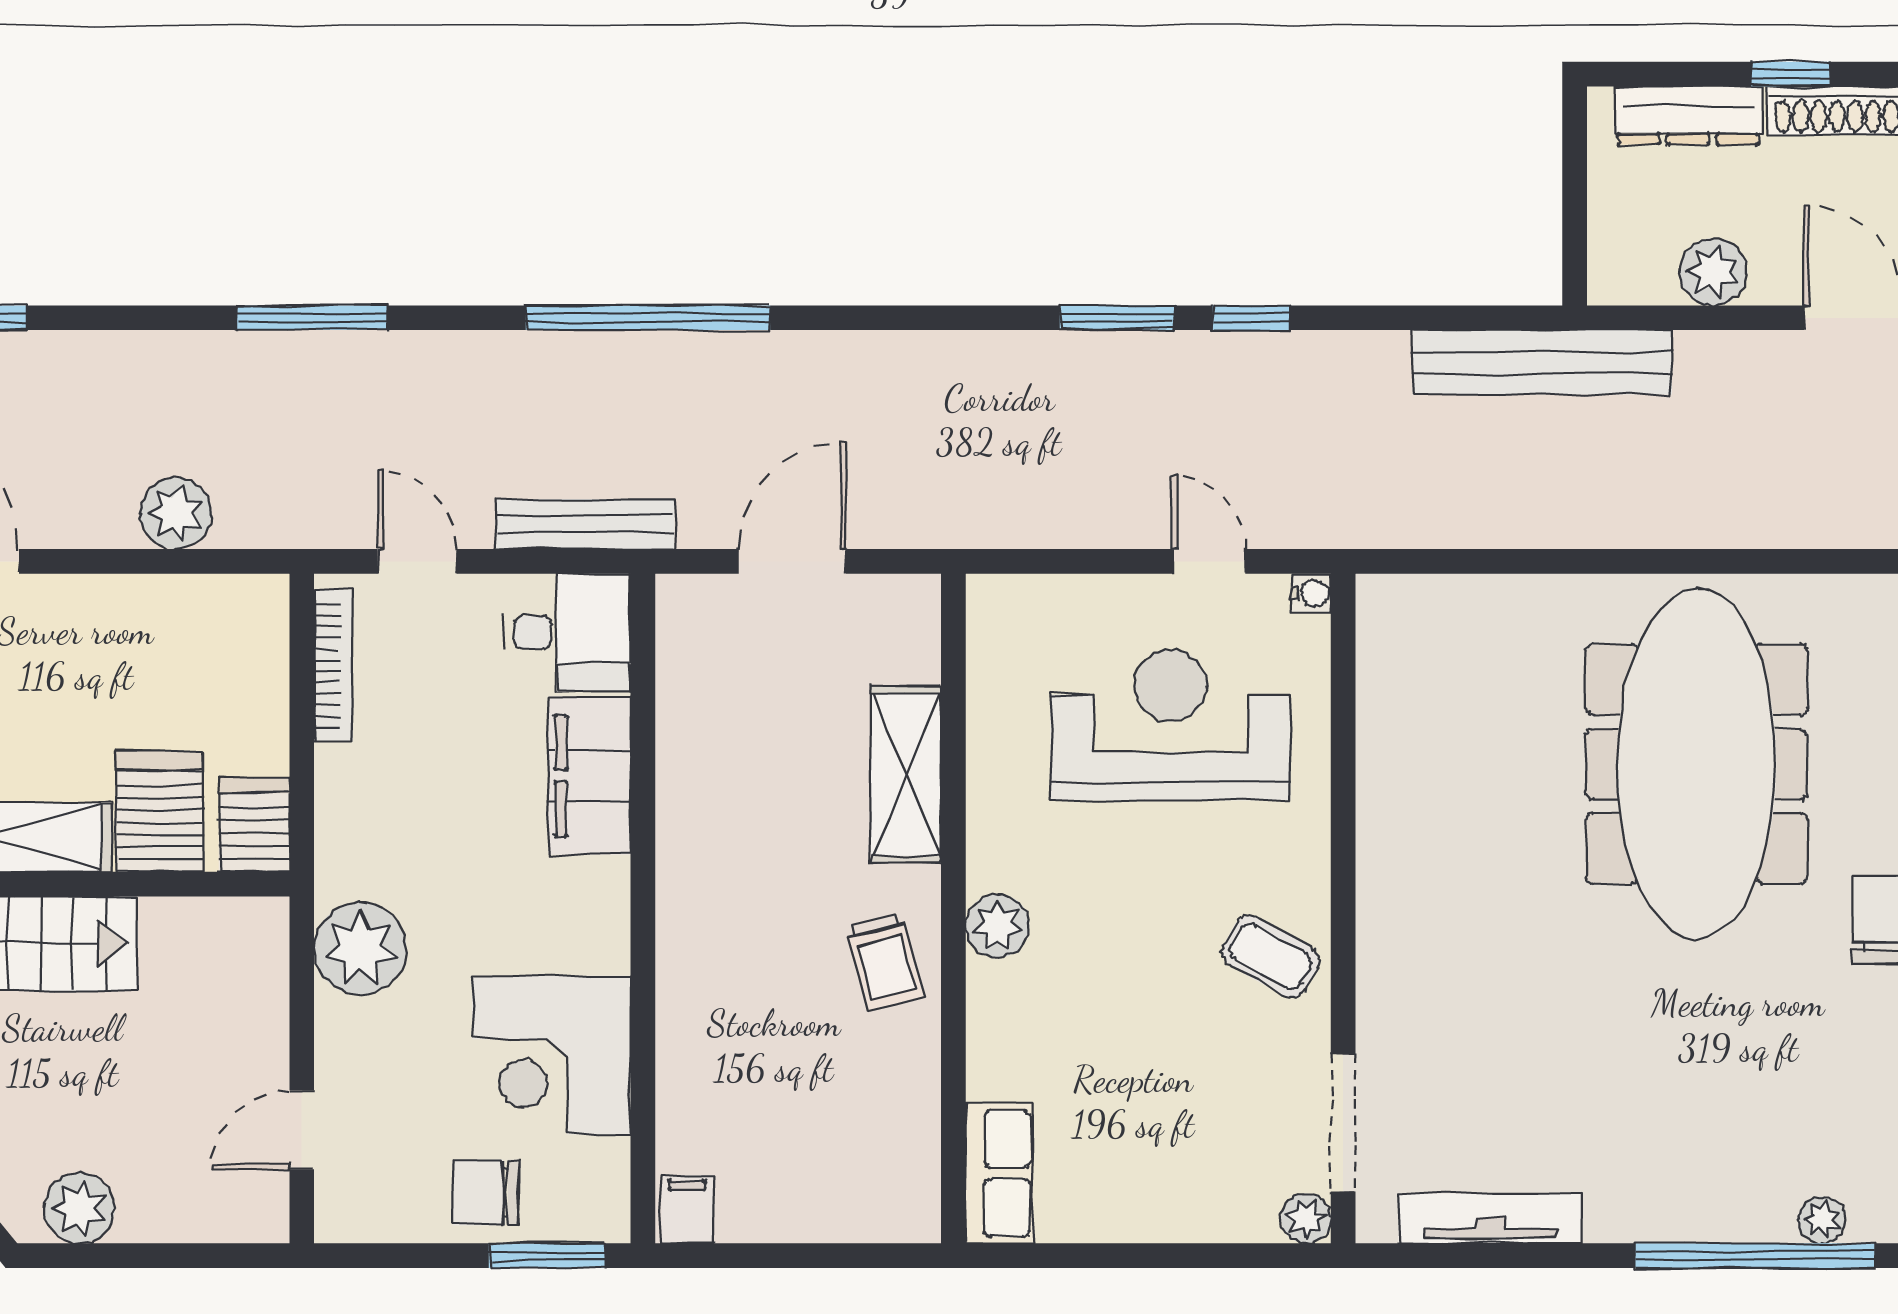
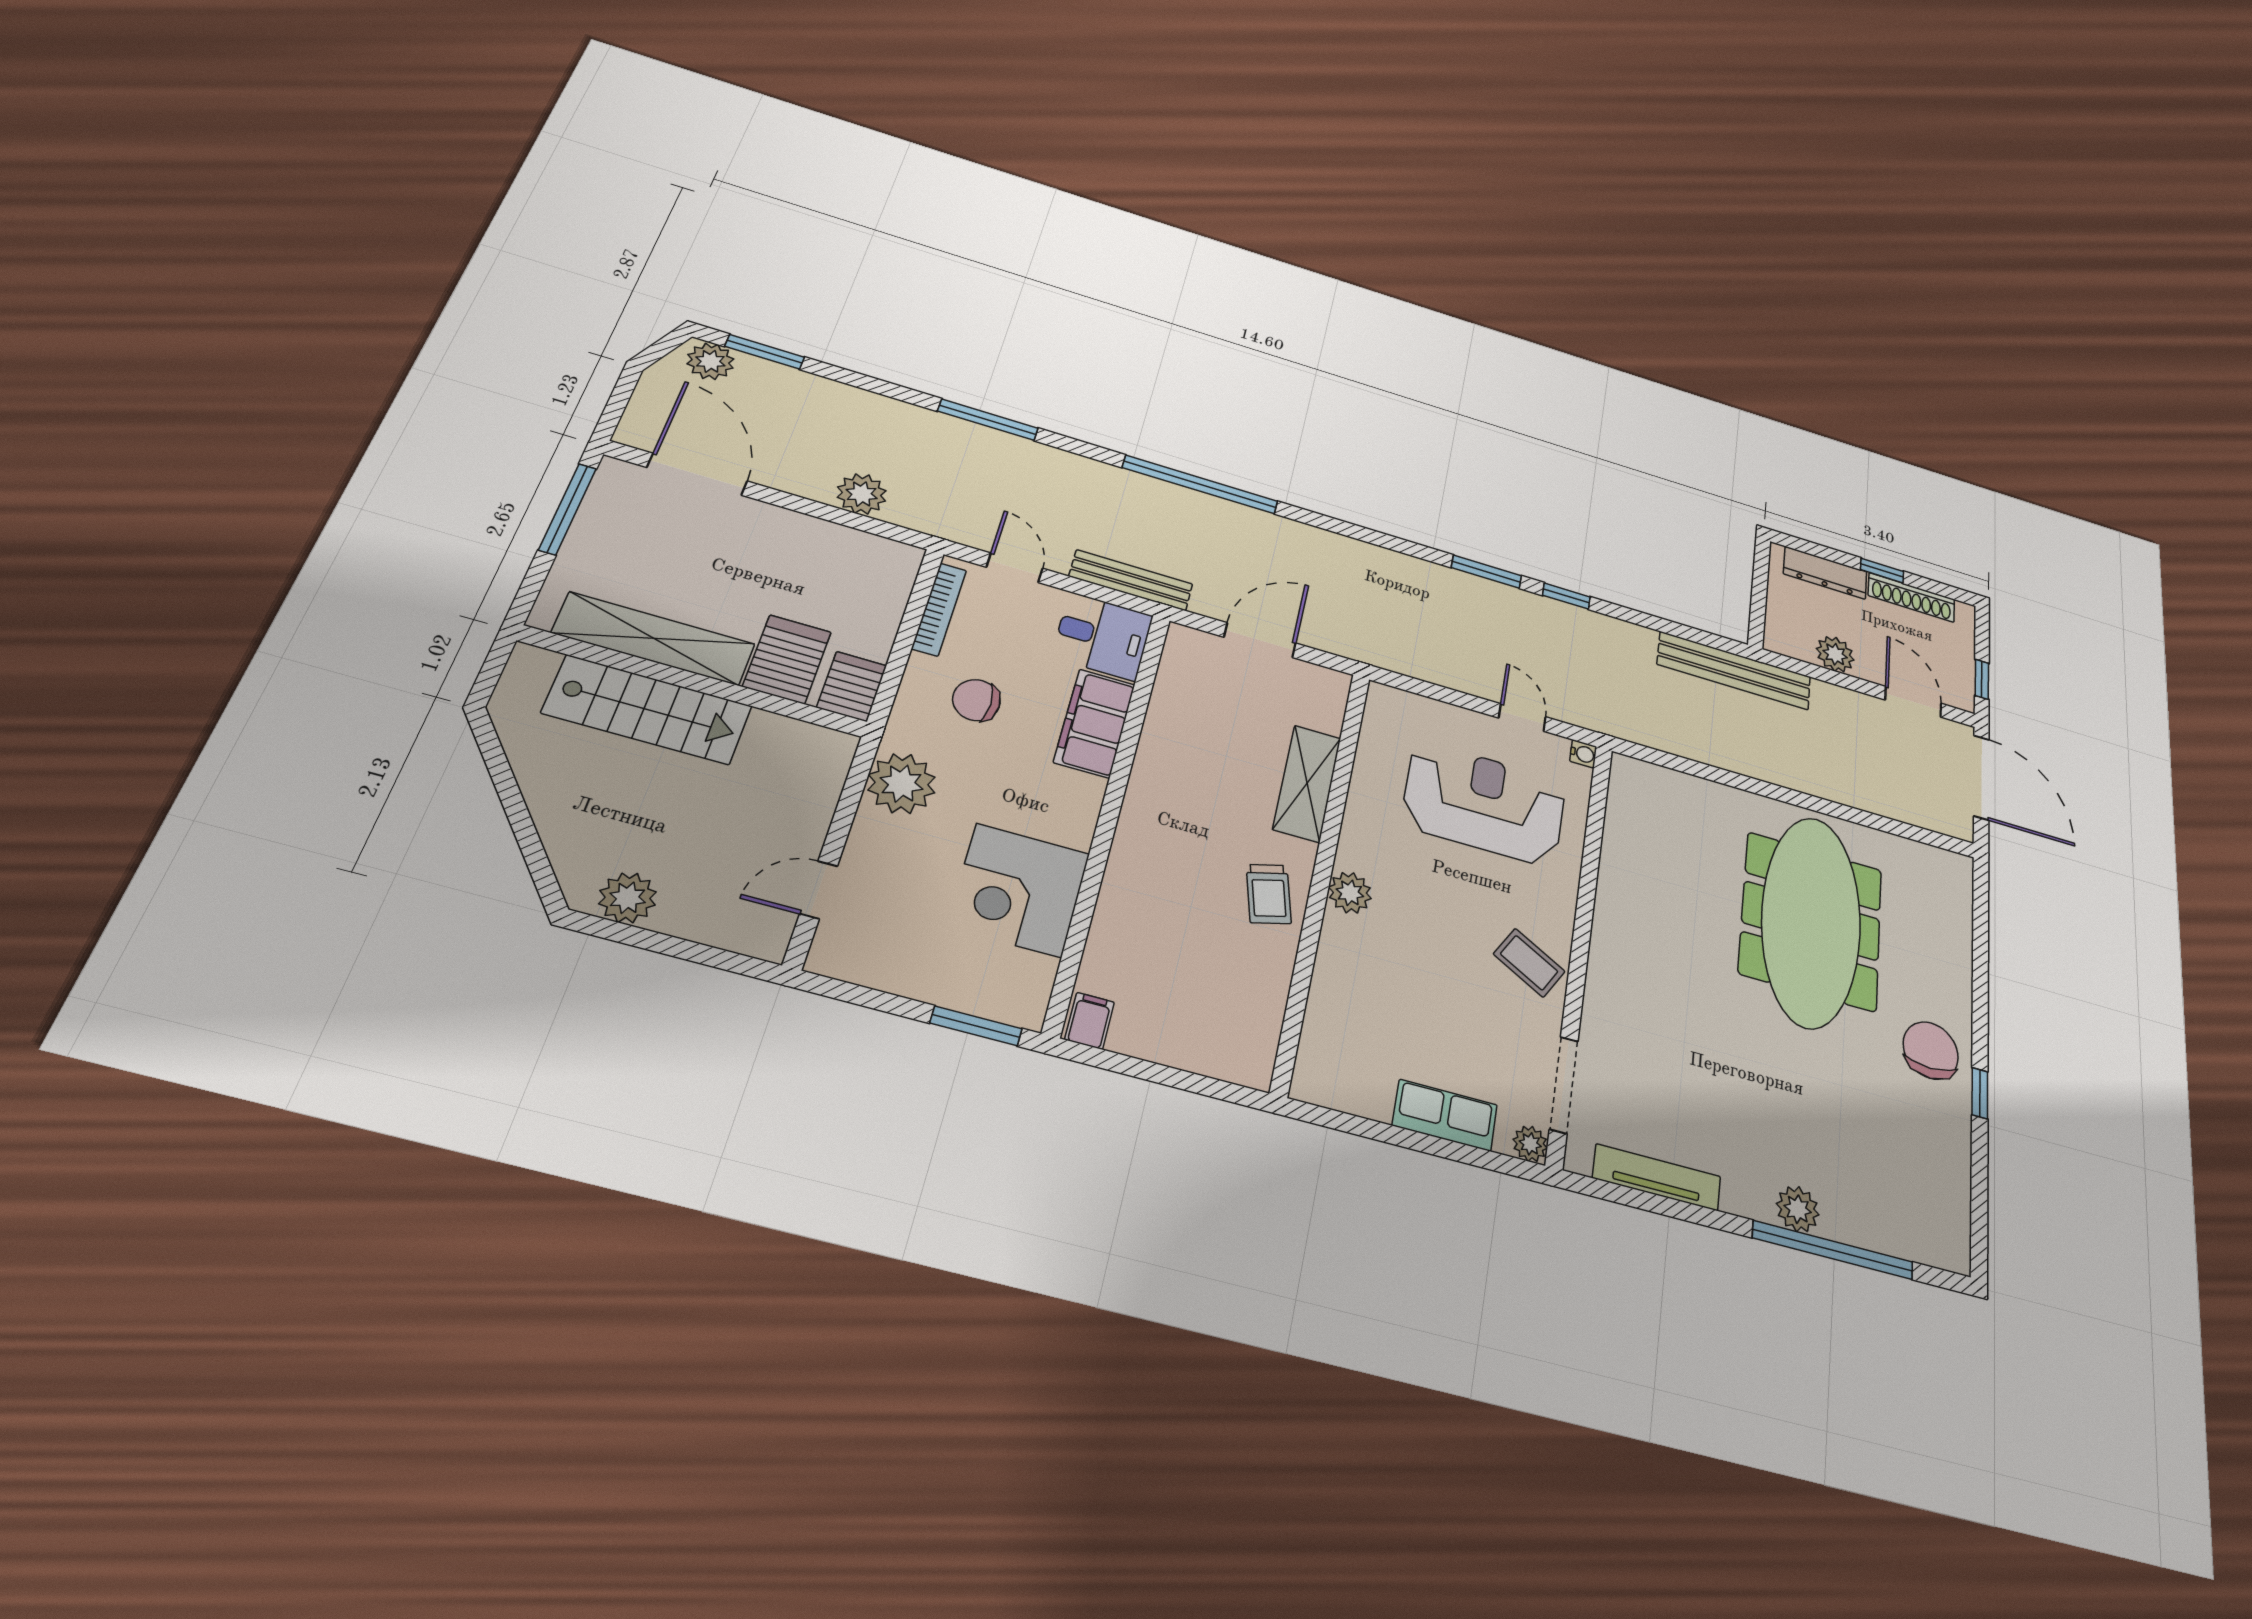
row of seats: (999, 1173) -> (1445, 1115), moved, turned -90
chair: (486, 1193) -> (976, 700), moved
plant: (1822, 1220) -> (1798, 1209), moved, width x1.38, depth x1.38

